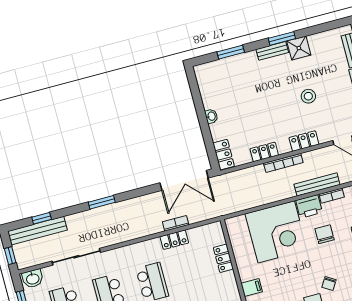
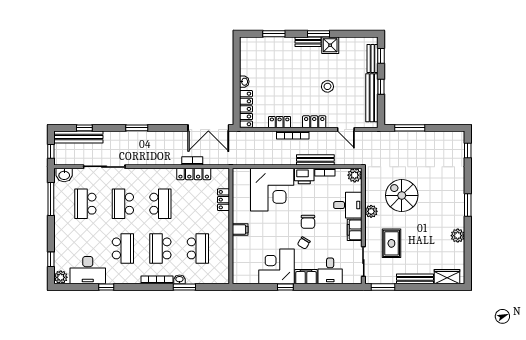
locker: (224, 155) -> (246, 109), width x1.53
chair: (325, 234) -> (308, 222), moved, turned 180
locker: (174, 240) -> (194, 174), width x1.53

